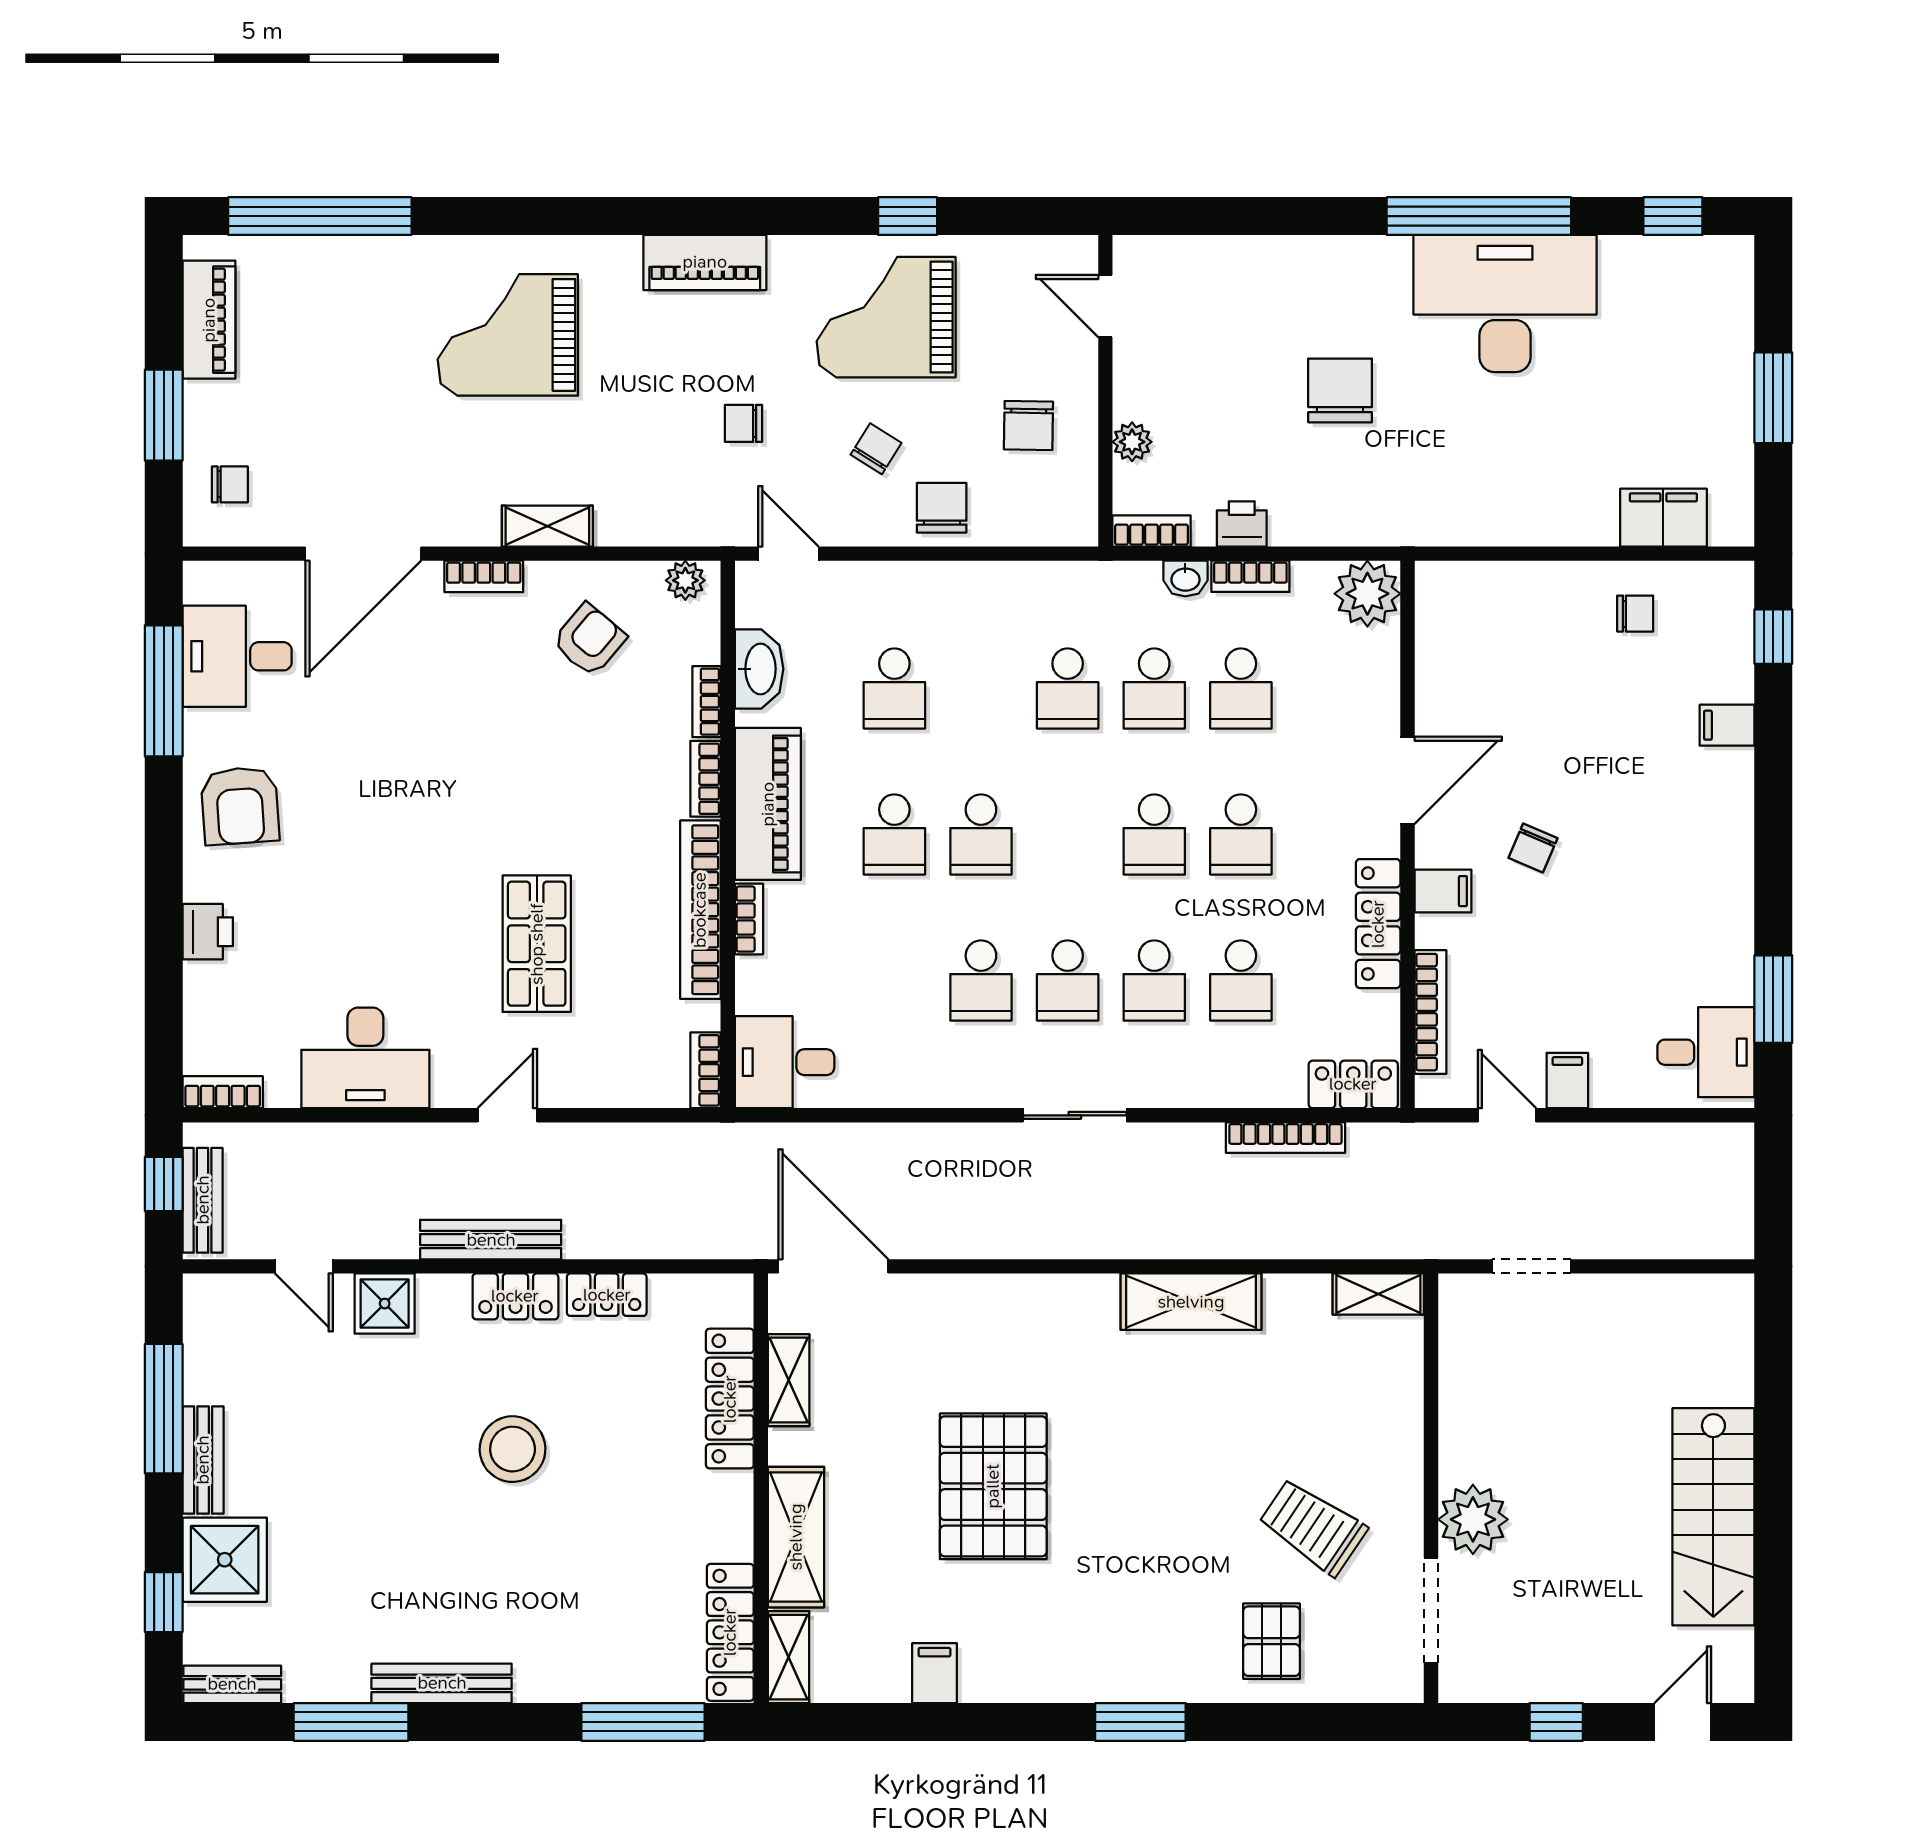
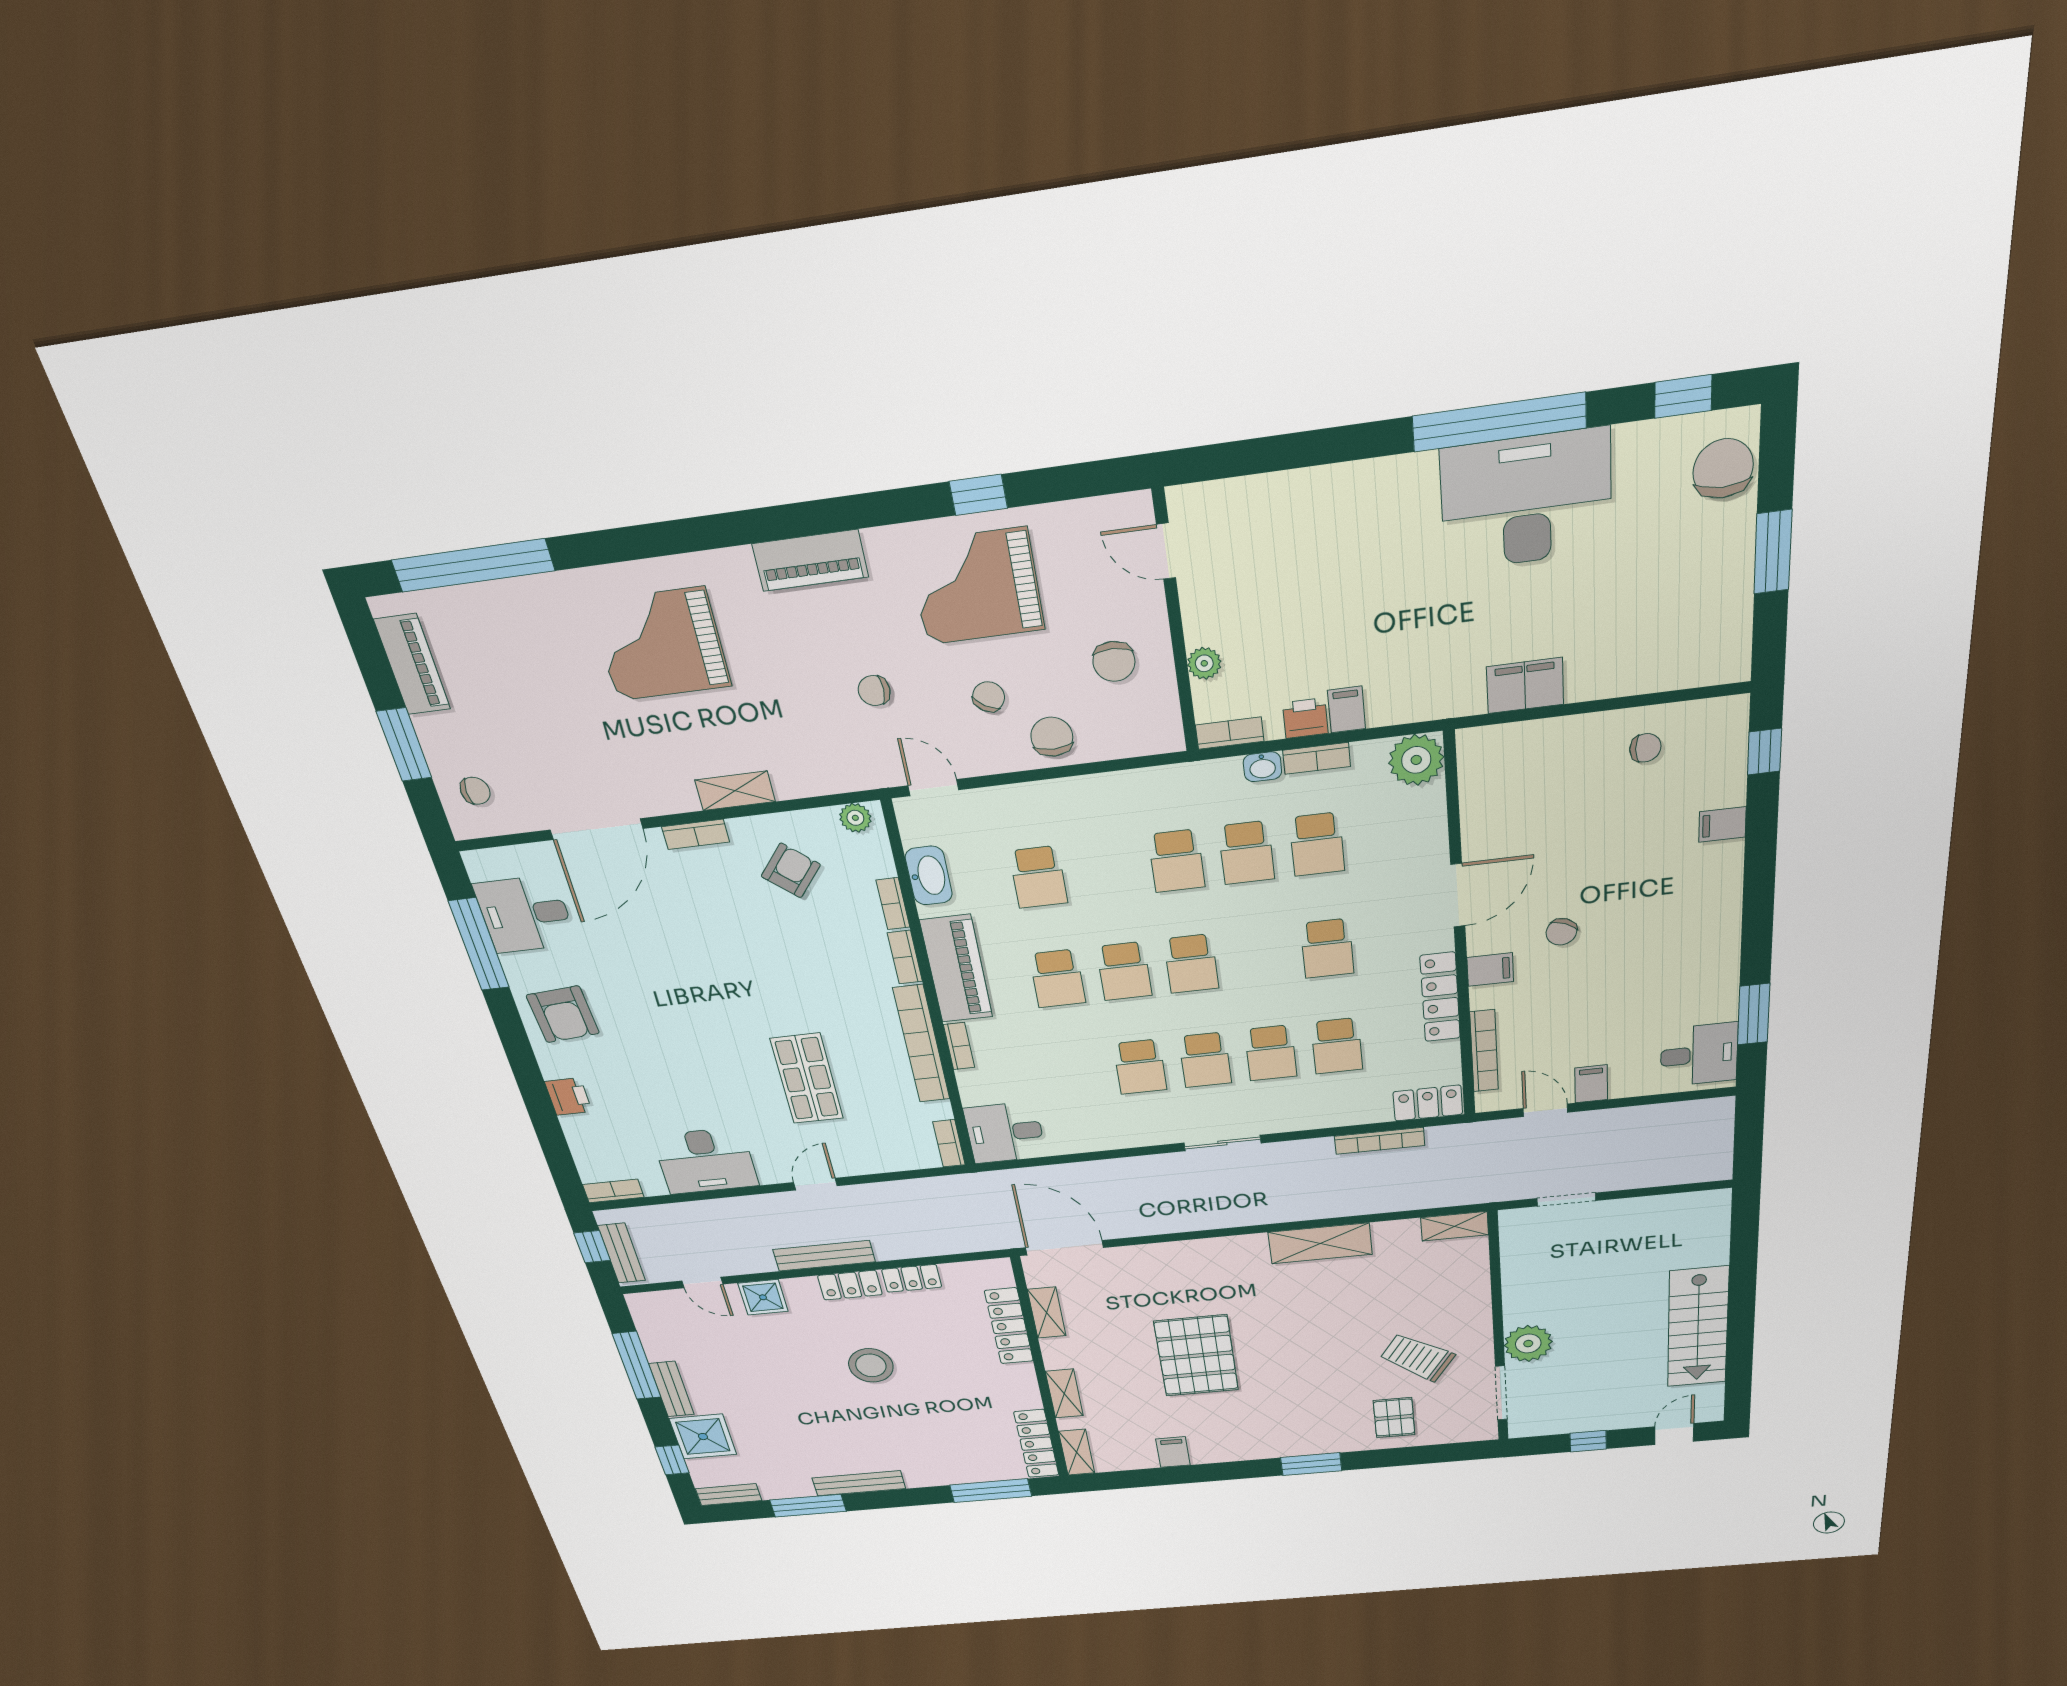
chair: (1340, 390) -> (1723, 469), moved
filing cabinet: (1663, 518) -> (1525, 686), moved
filing cabinet: (1291, 520) -> (1347, 709), added
school desk: (1154, 834) -> (1191, 964), moved
shelving: (796, 1537) -> (1064, 1394), width x0.67, depth x0.75

